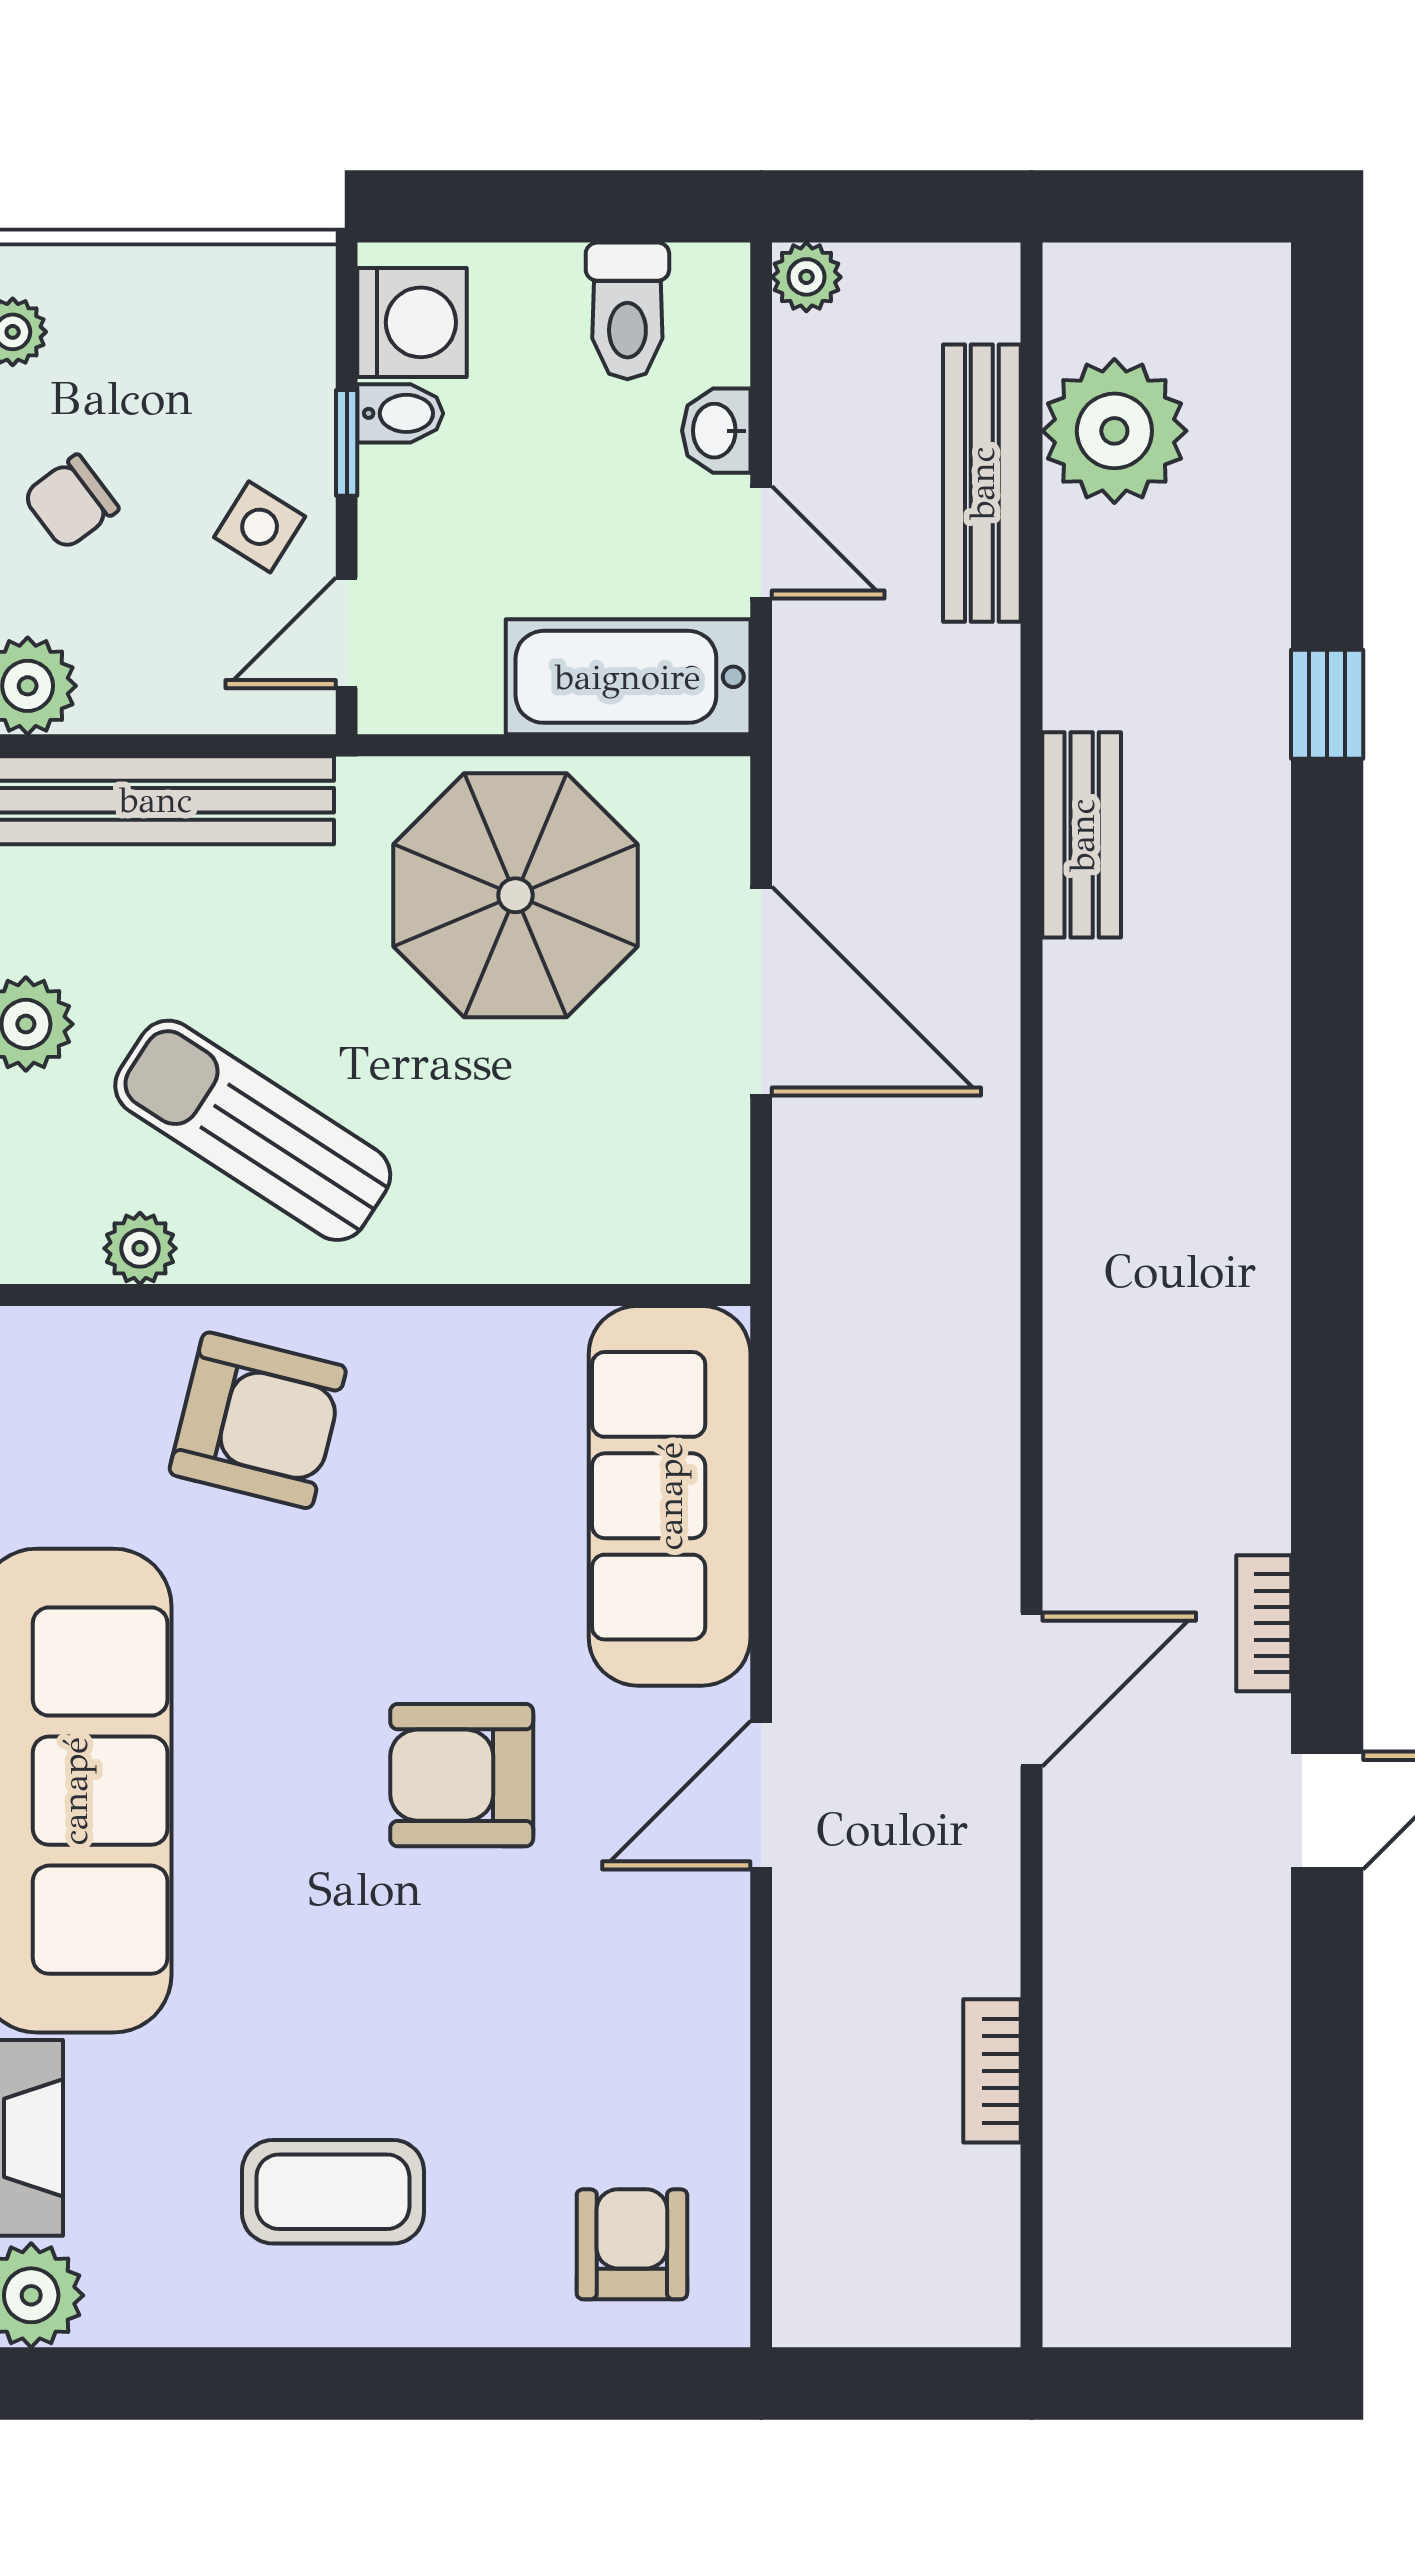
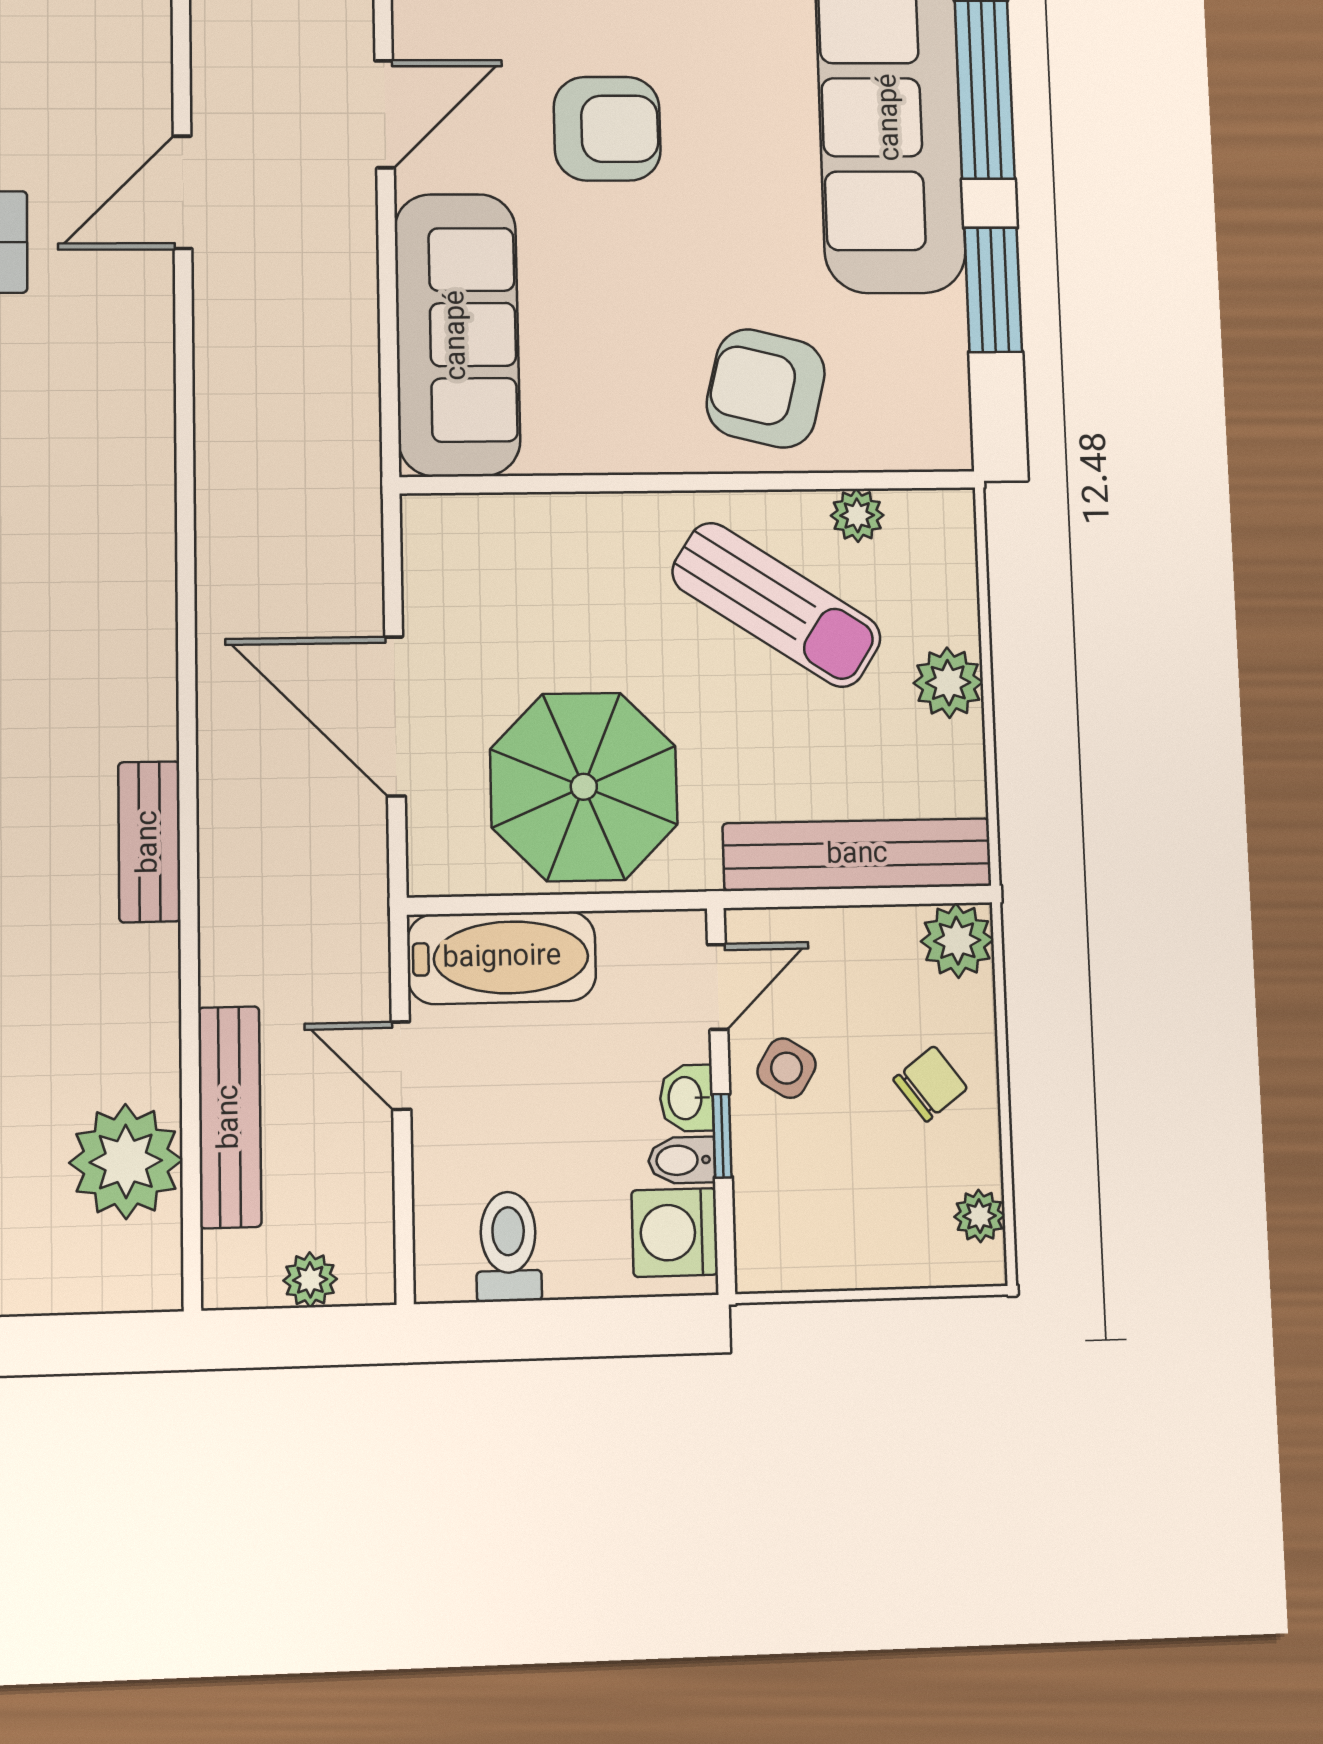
plant: (806, 277) -> (310, 1280), moved
washbasin: (716, 431) -> (687, 1098), moved, turned 180

